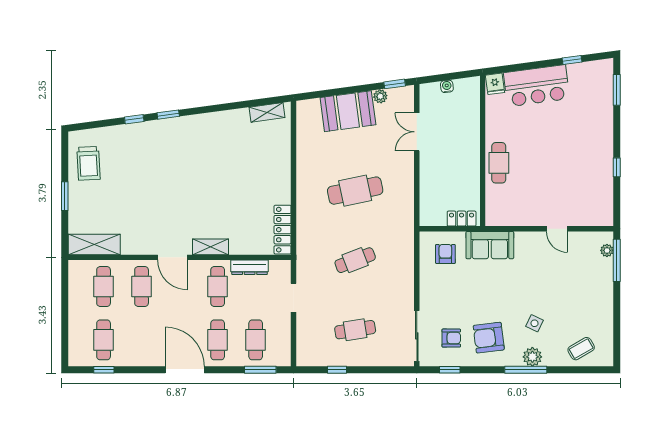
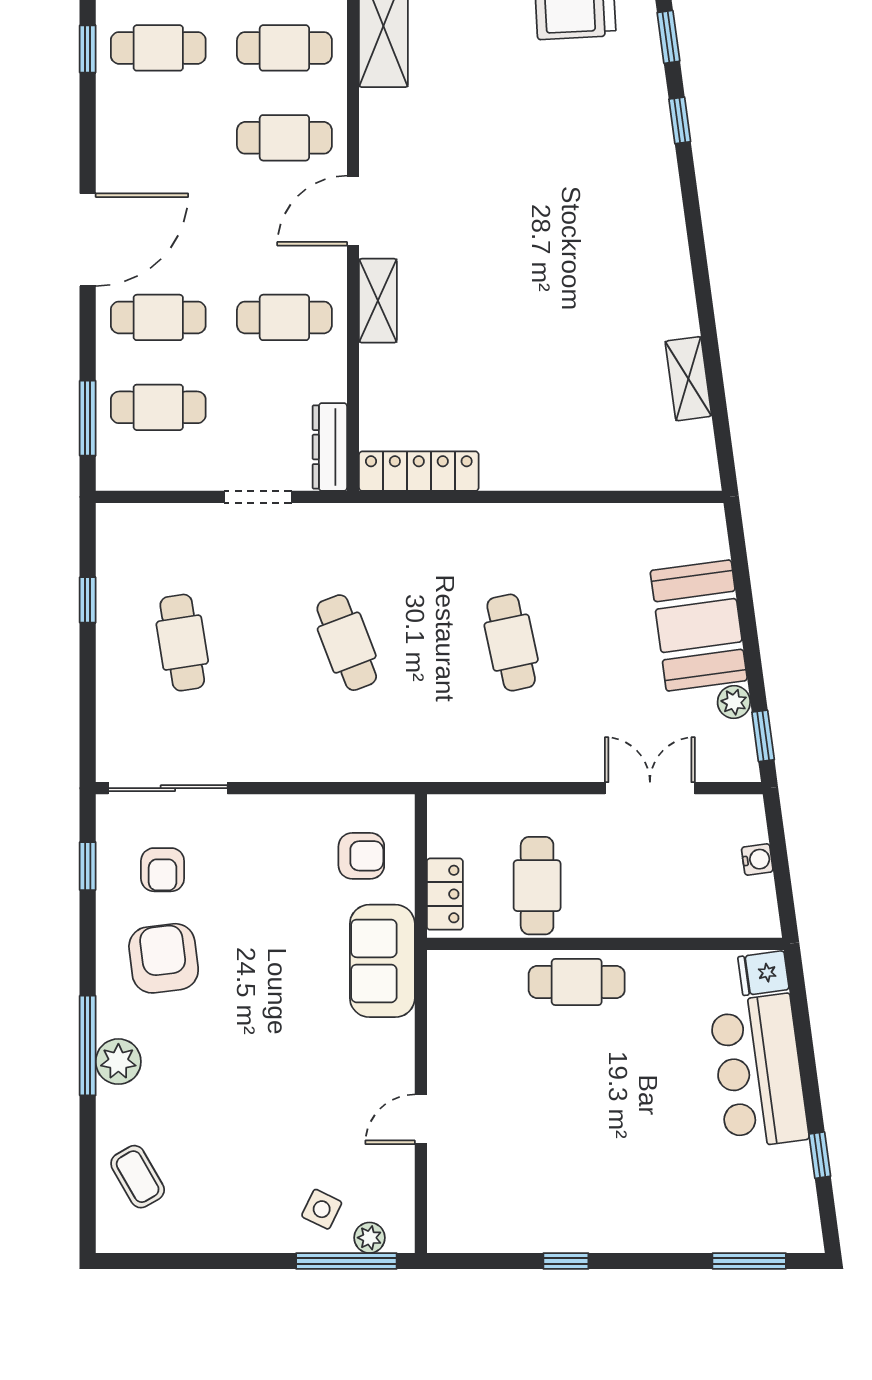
shelving: (267, 112) -> (688, 379), moved
window: (168, 115) -> (668, 37), moved
cafe table: (458, 180) -> (537, 886), added
cafe table: (355, 191) -> (511, 643), width x0.73, depth x0.74
dresser: (250, 267) -> (330, 447), moved
side table: (534, 323) -> (322, 1209), moved

